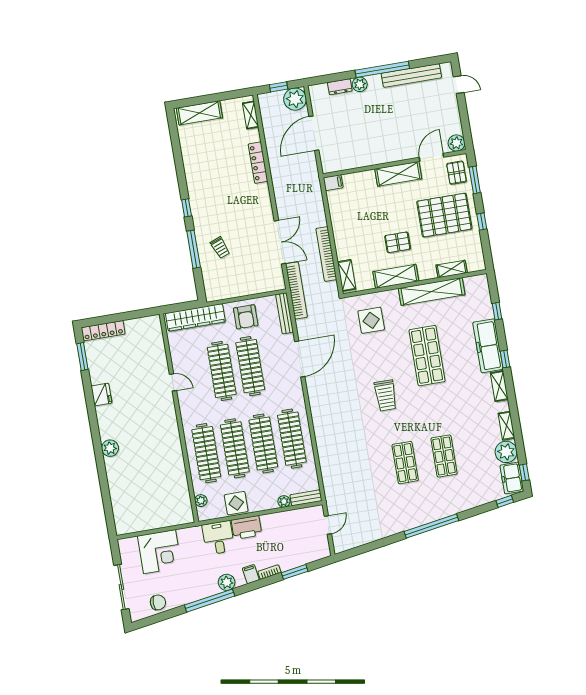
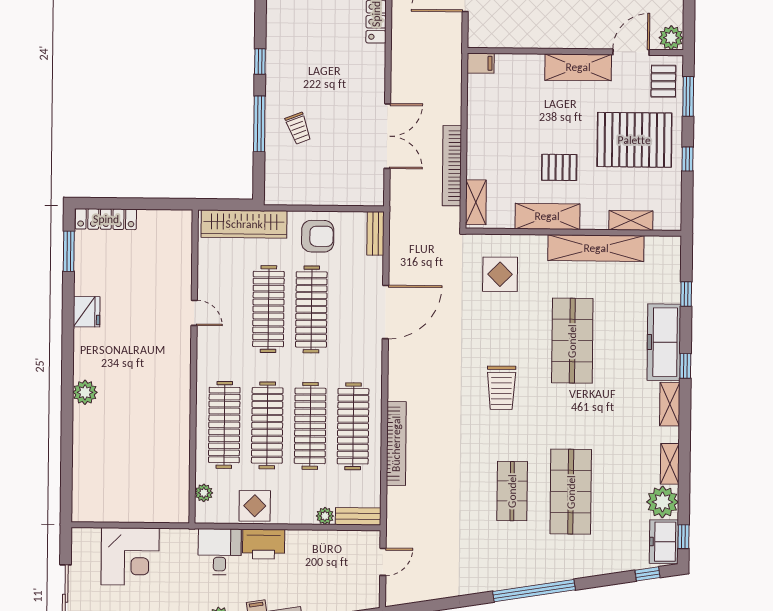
bookcase: (296, 290) -> (396, 444), moved
bench: (285, 313) -> (375, 233), width x0.73
armchair: (246, 317) -> (318, 236), turned -90
shop shelf: (444, 456) -> (571, 492), width x1.43, depth x1.36

